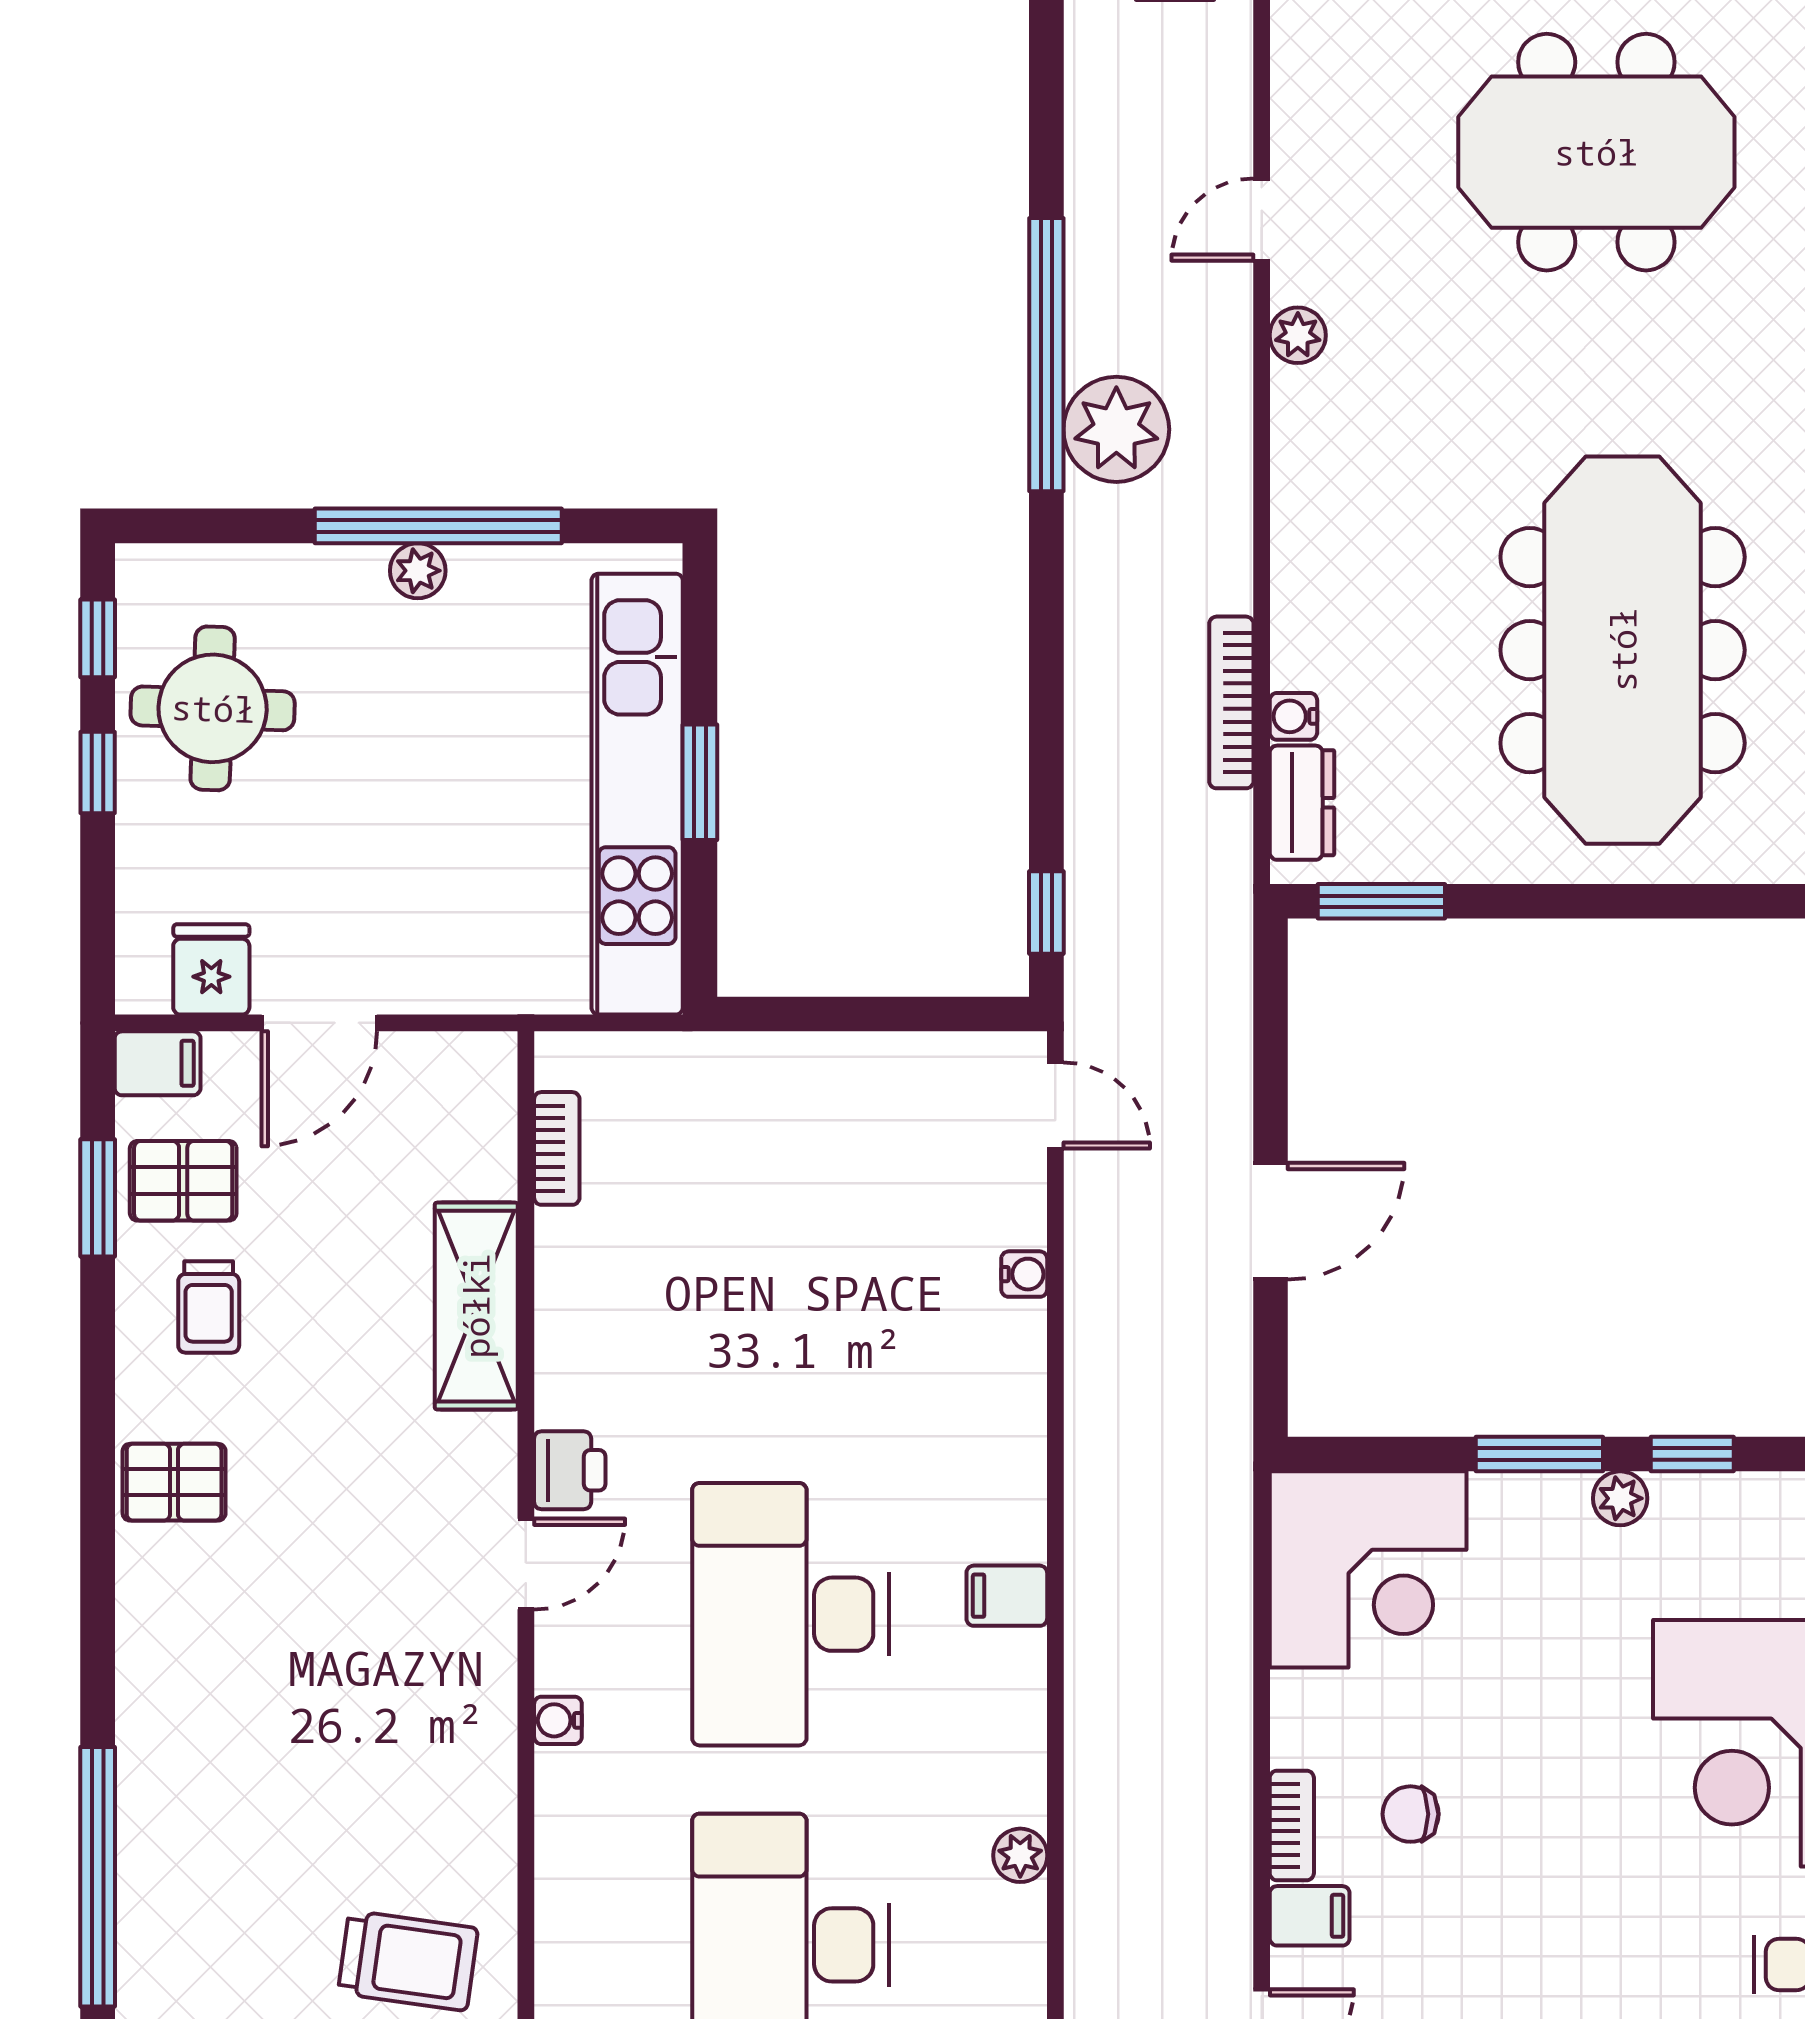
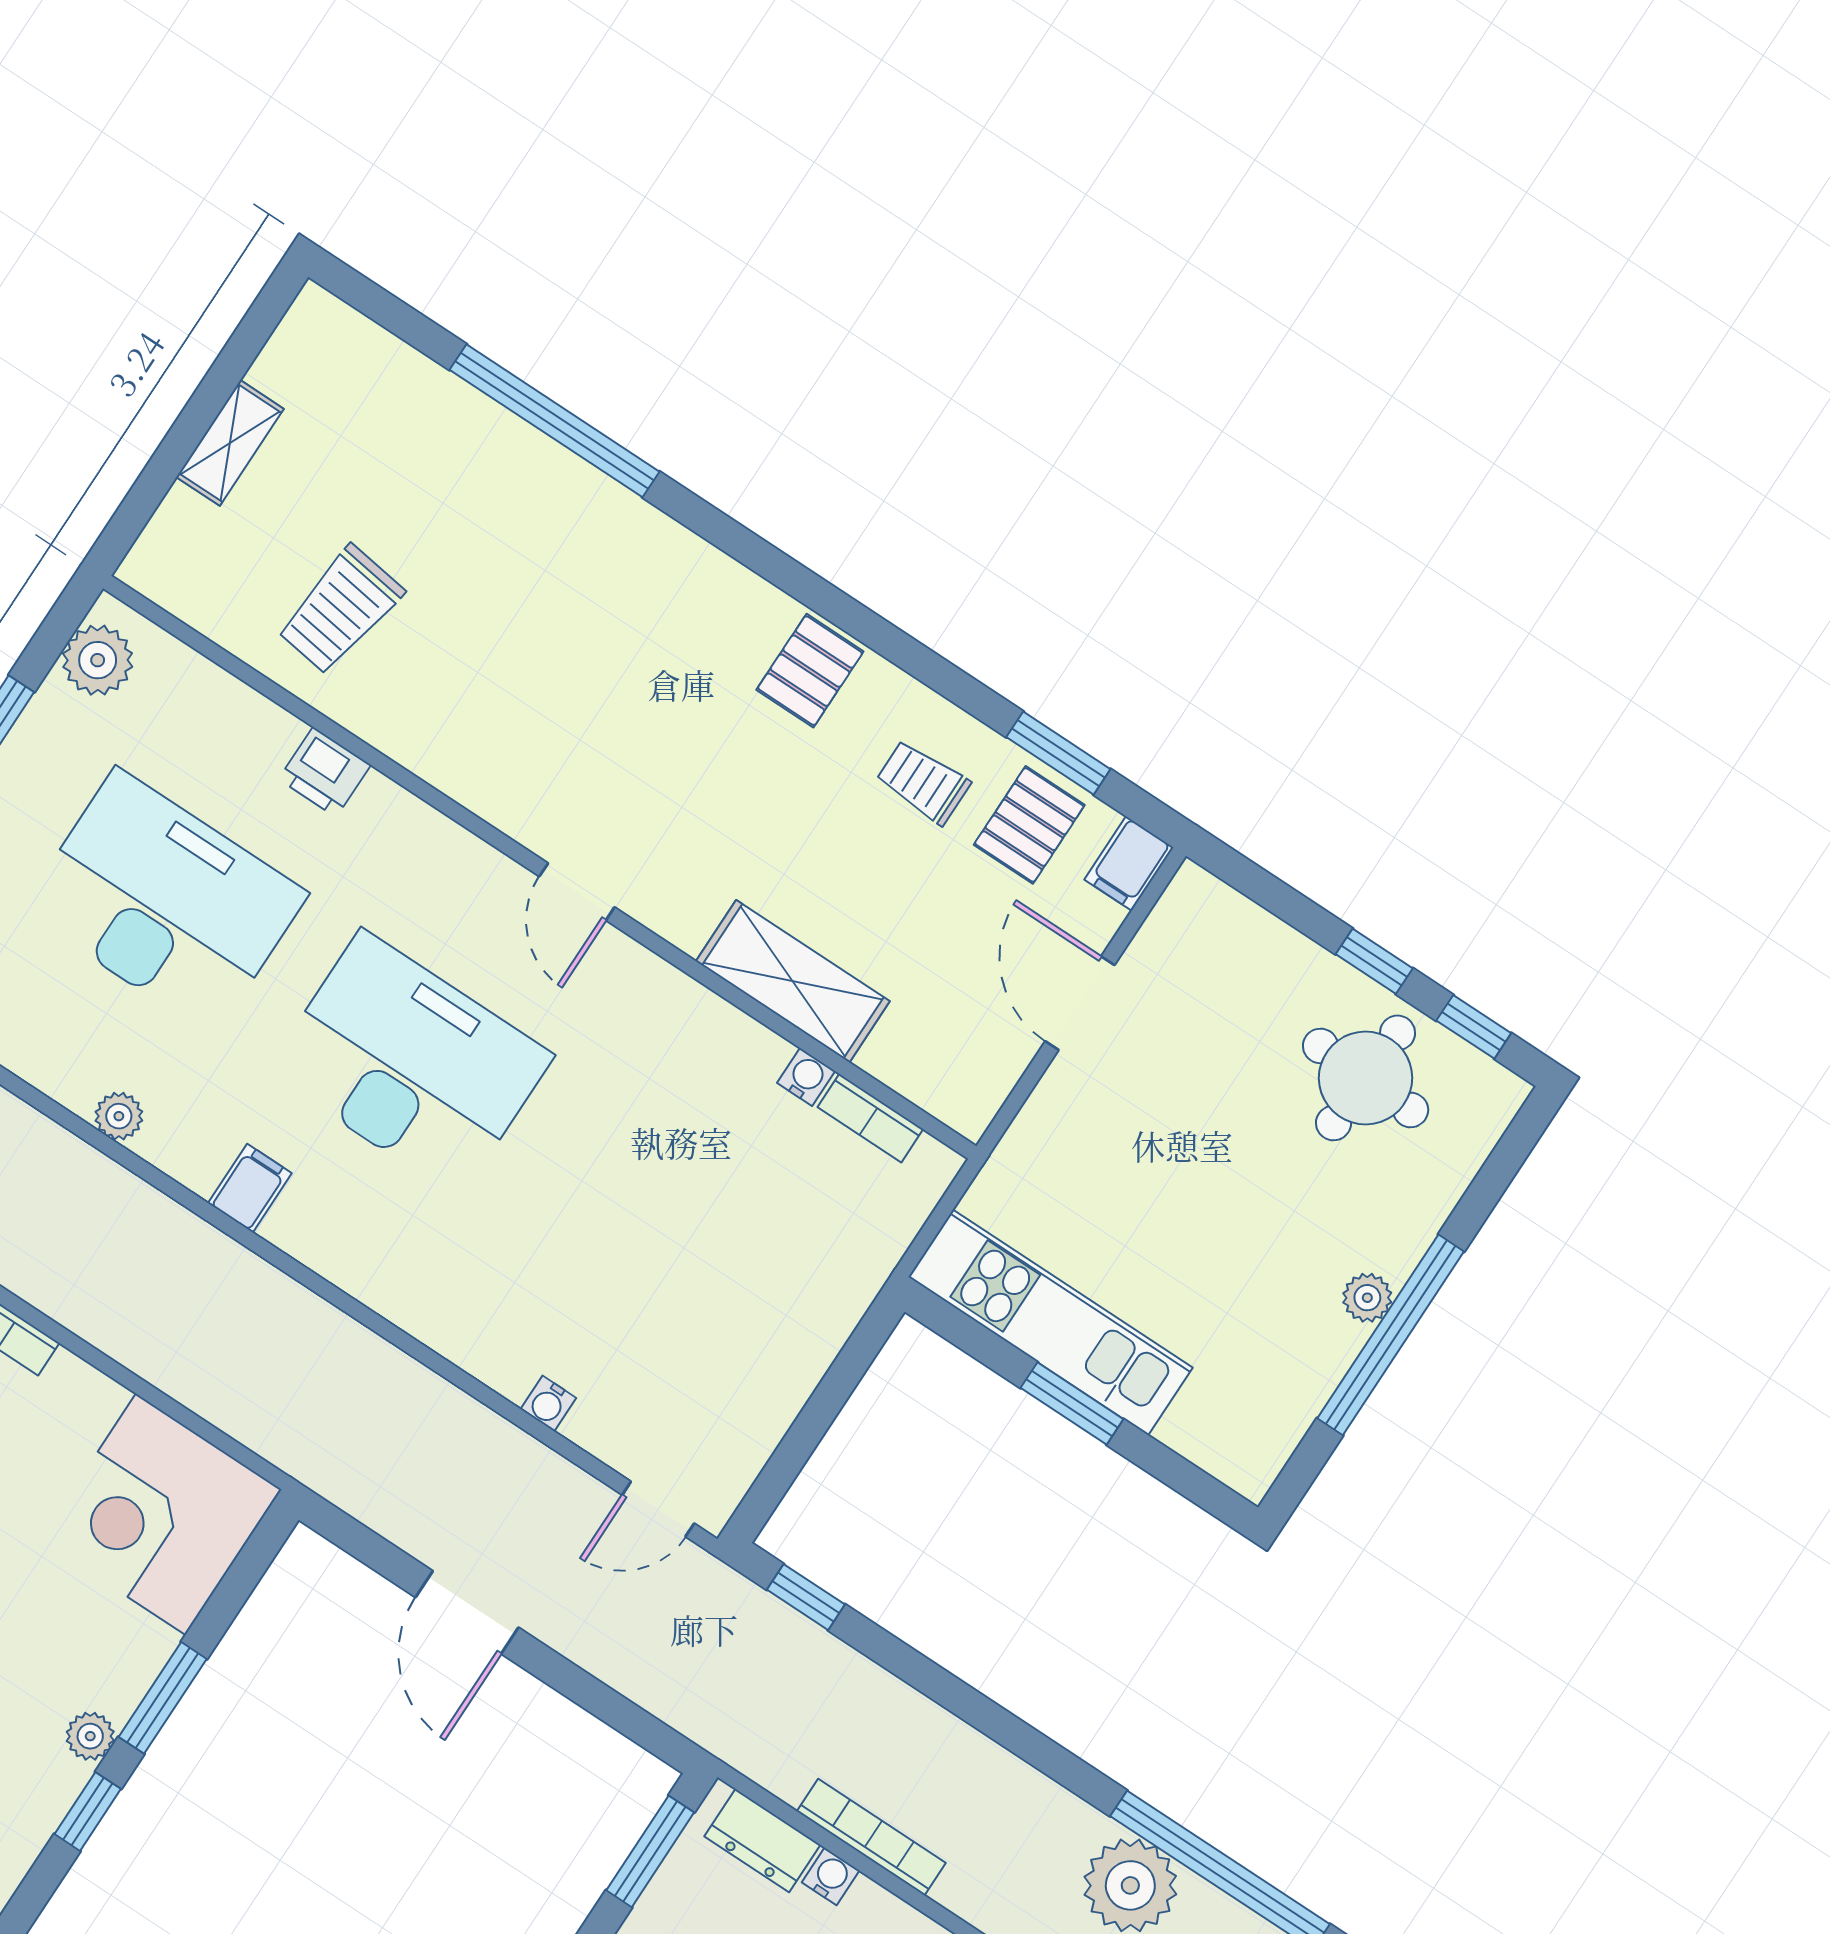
kitchen unit: (637, 794) -> (1050, 1322), width x0.73
fridge: (211, 969) -> (1172, 949), removed
printer: (570, 1470) -> (325, 772), moved
filing cabinet: (1007, 1596) -> (250, 1188), moved
water cooler: (558, 1720) -> (806, 1077), moved

